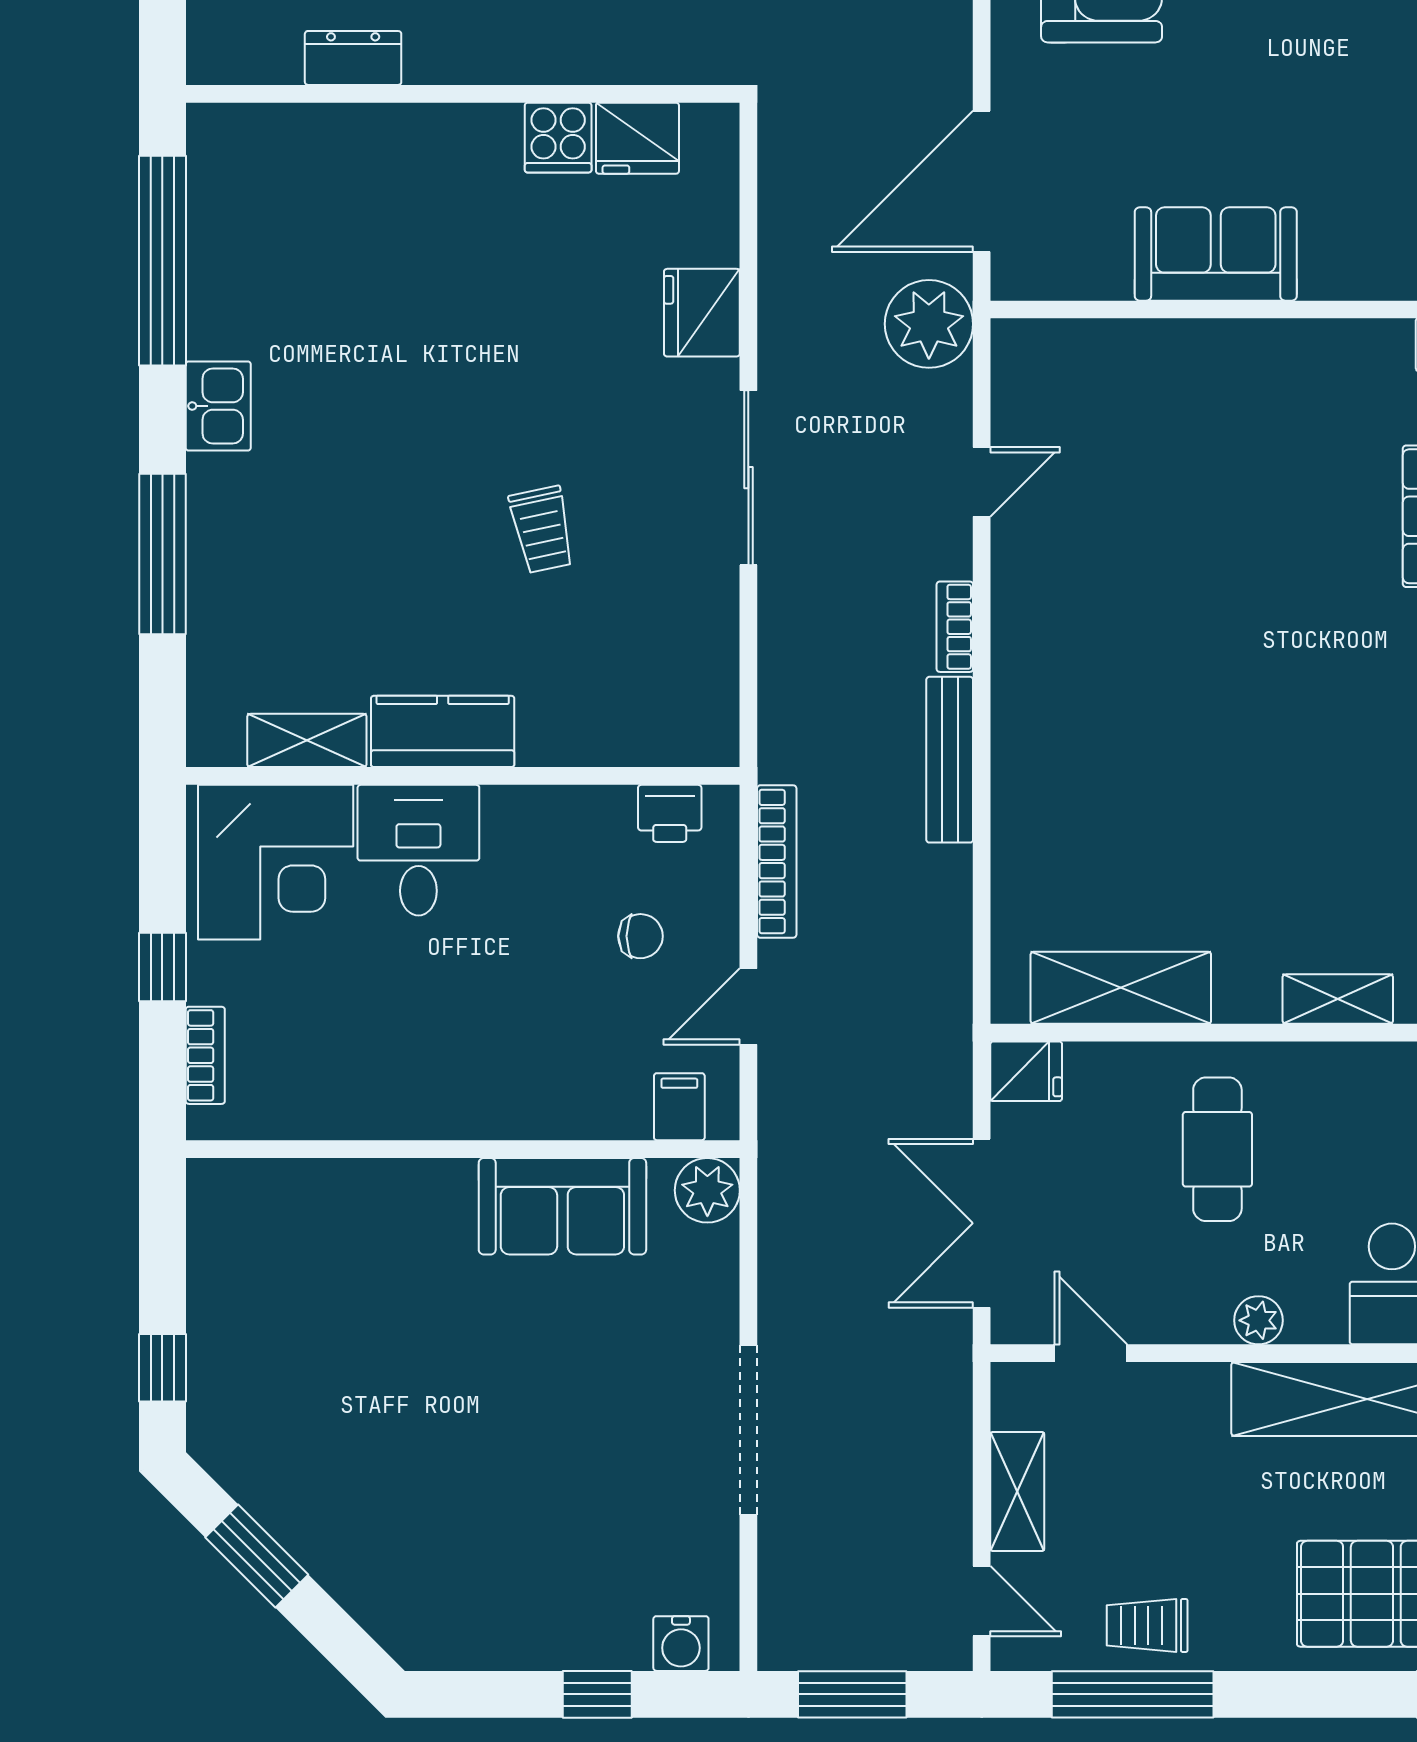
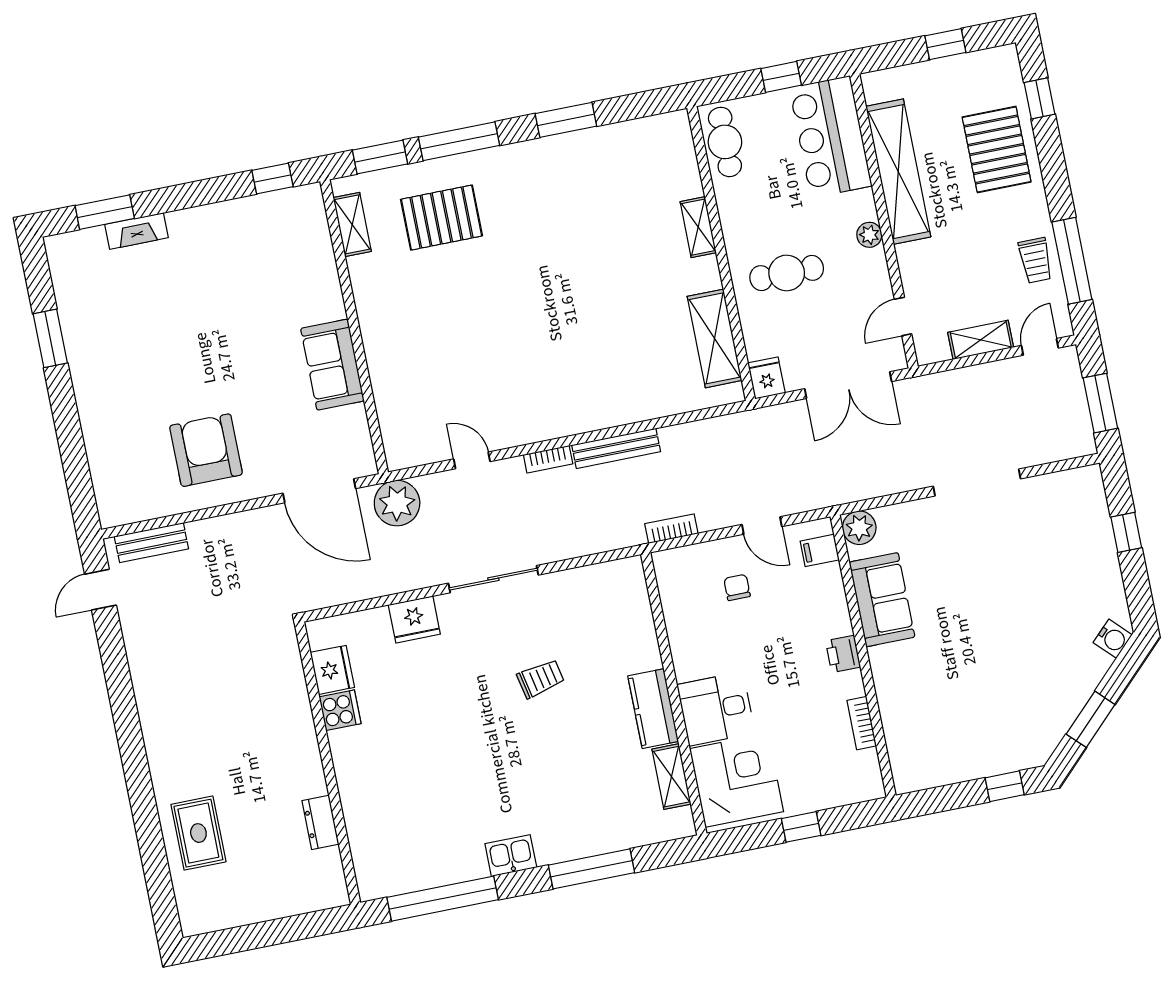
printer: (670, 813) -> (843, 654), moved, turned 180
bookcase: (777, 861) -> (671, 529), width x0.64
bookcase: (205, 1055) -> (862, 723), moved, turned -90
water cooler: (681, 1644) -> (1113, 639), moved, turned 45

